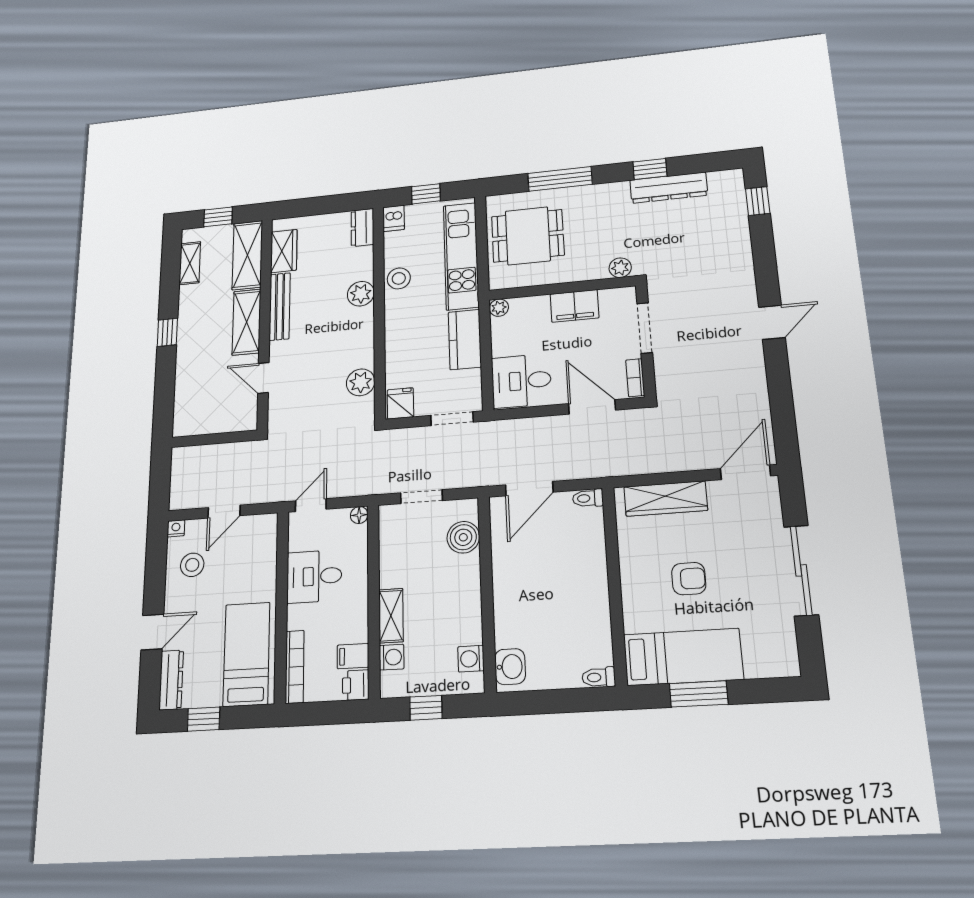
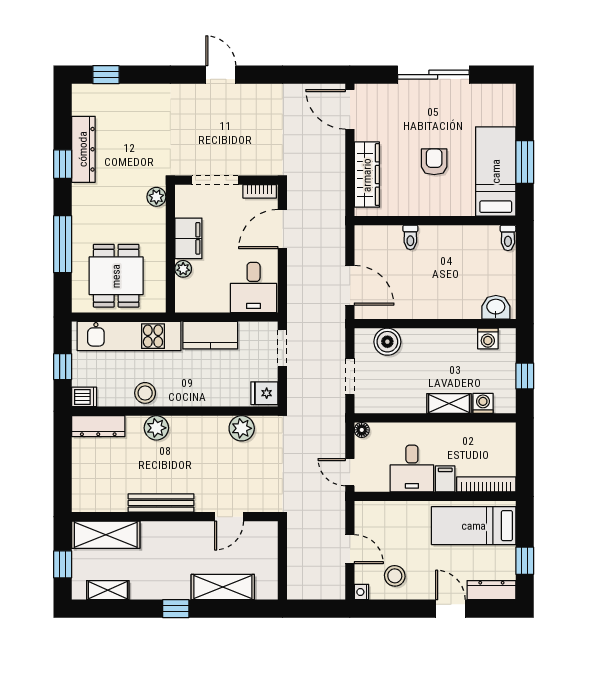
dresser: (362, 228) -> (98, 426), width x1.44
wardrobe: (284, 251) -> (105, 500), removed
plant: (499, 308) -> (183, 269), moved
shelving: (247, 322) -> (223, 587), moved
toilet: (588, 498) -> (410, 237), moved
filing cabinet: (353, 656) -> (445, 479), moved, turned 180
printer: (356, 685) -> (504, 433), removed

